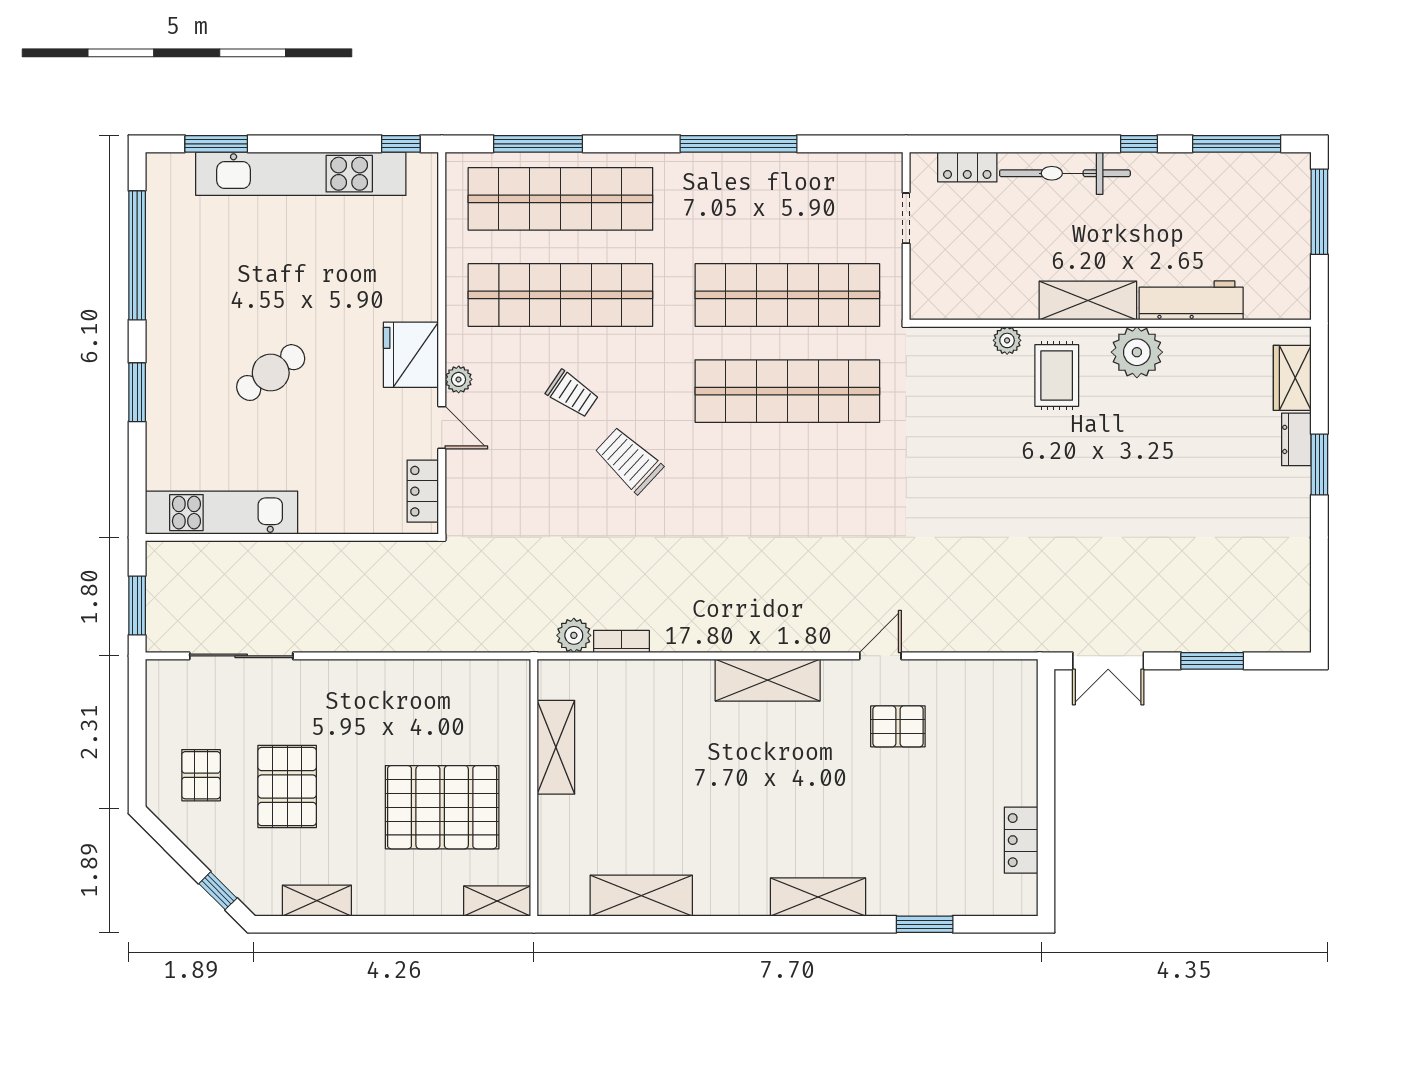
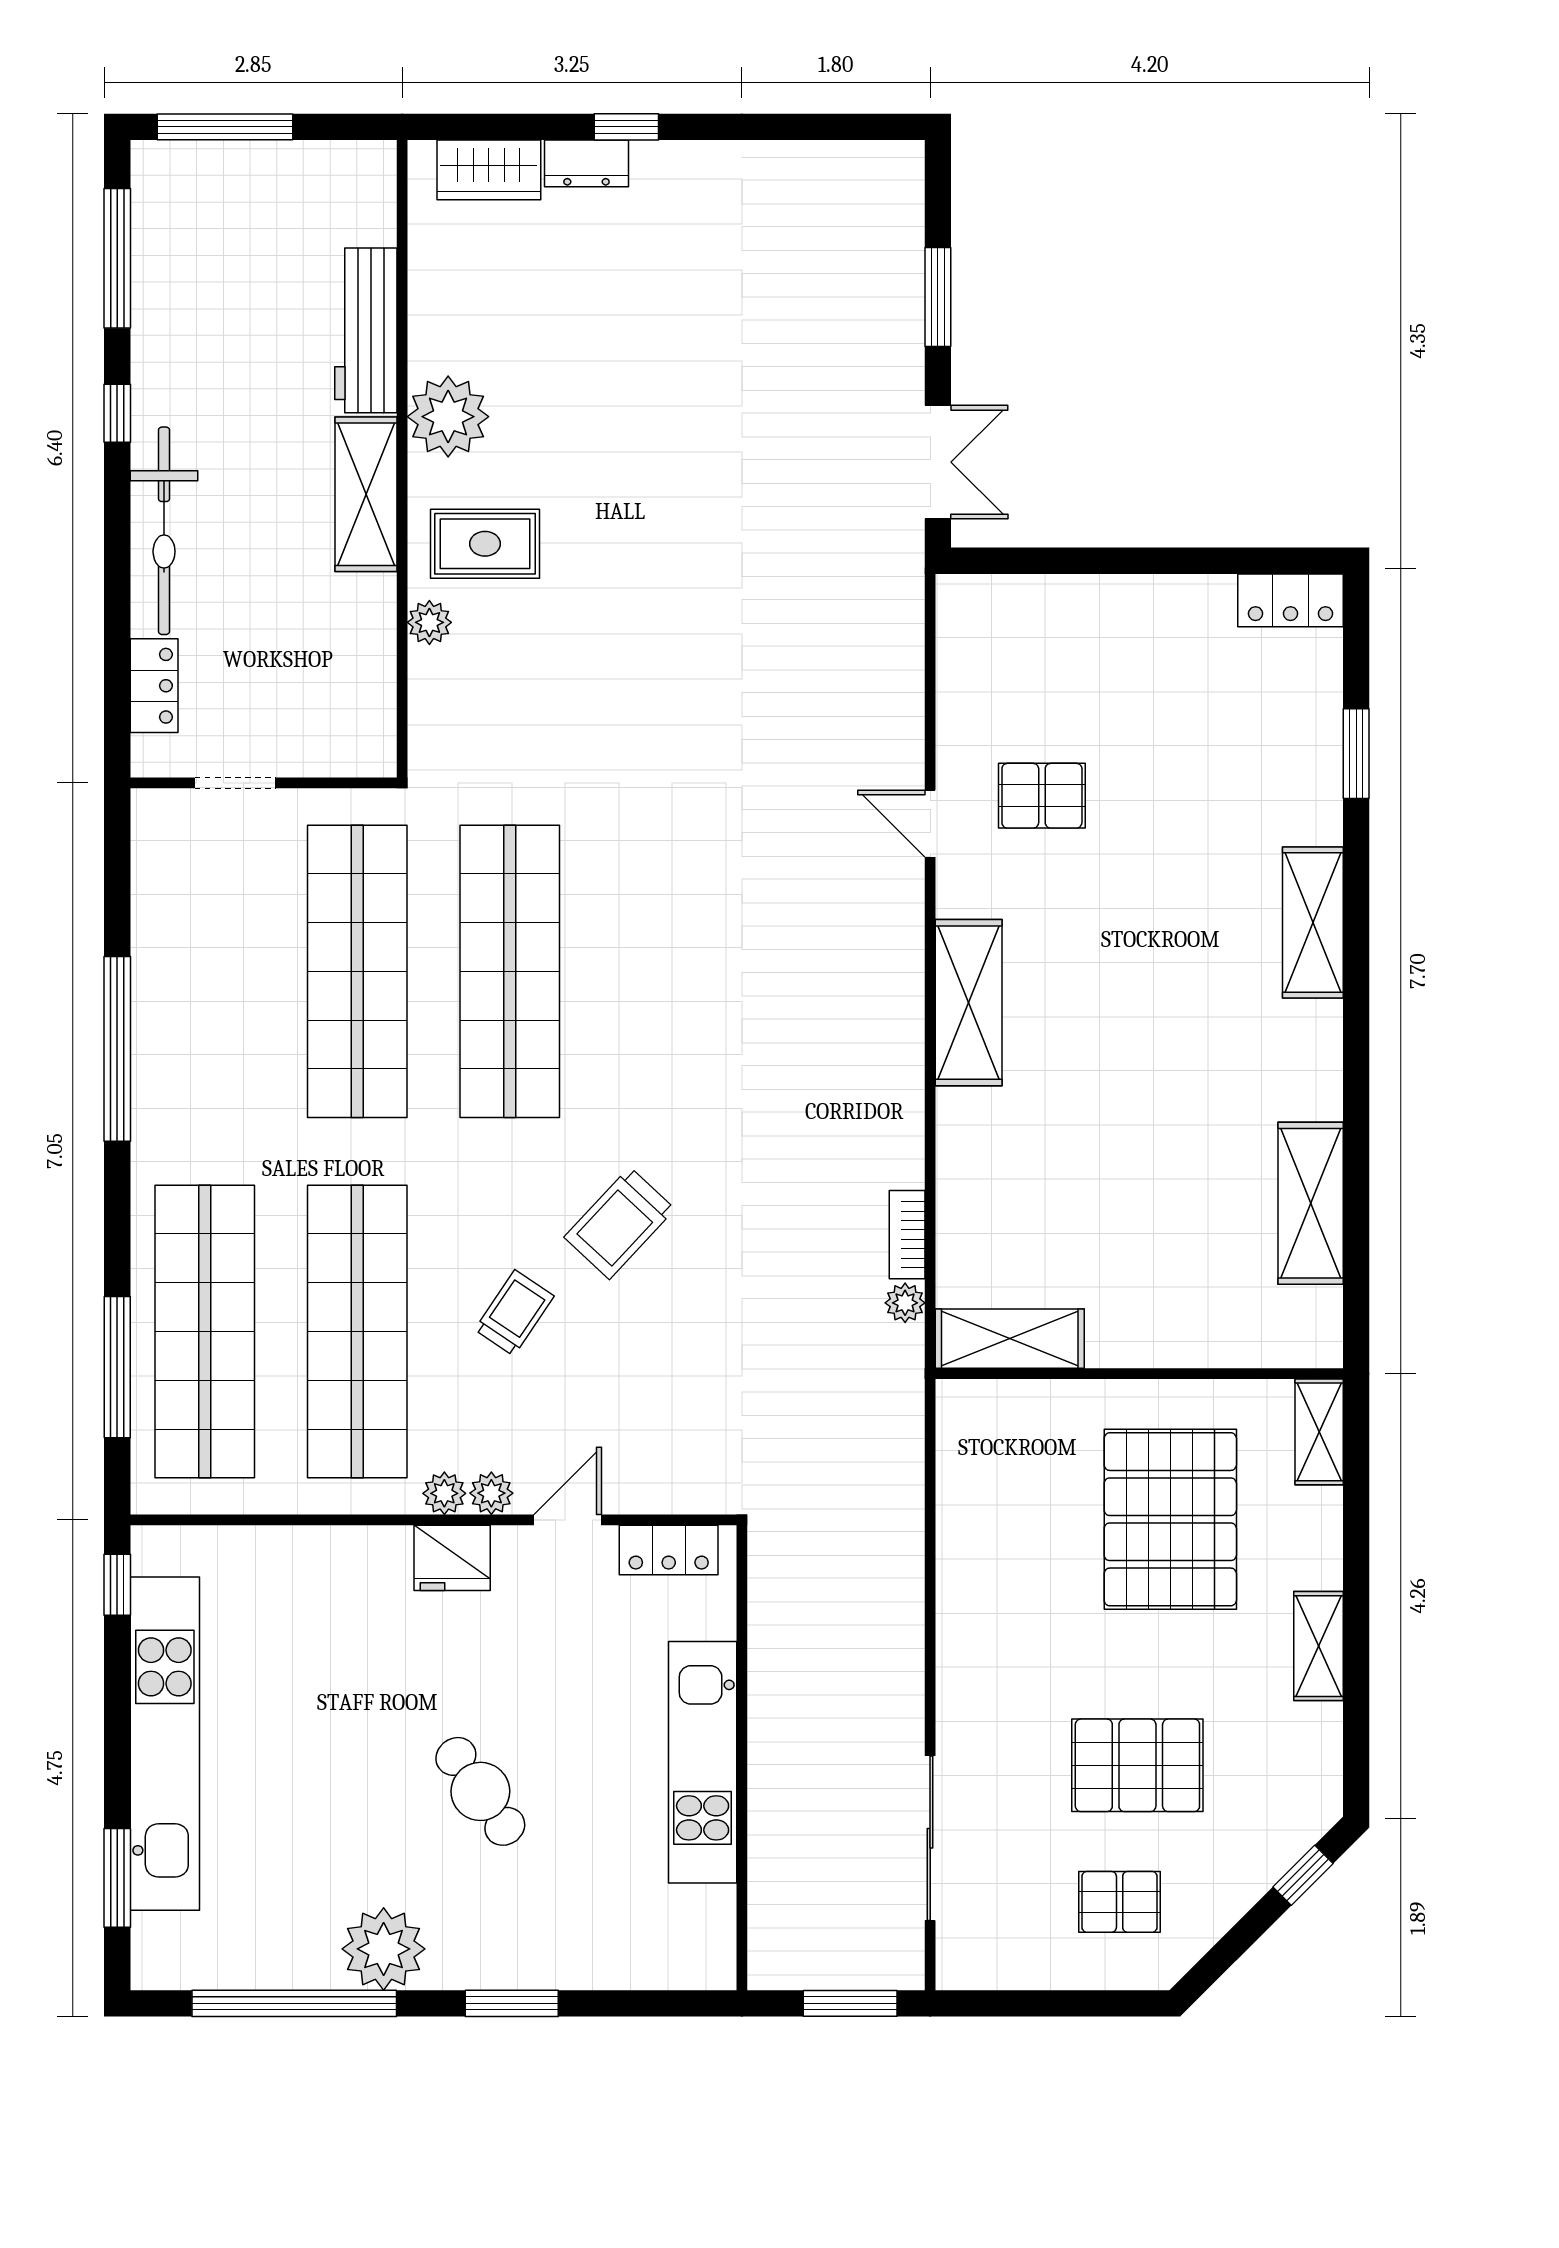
plant: (171, 312) -> (384, 1949), added
plant: (458, 350) -> (444, 1493), added
fridge: (411, 355) -> (452, 1558), width x0.73, depth x0.75
window: (1319, 465) -> (626, 127), width x0.67
kitchen unit: (221, 513) -> (703, 1762), moved
plant: (574, 635) -> (905, 1303), width x0.73, depth x0.73
pallet: (898, 726) -> (1042, 796), turned 90
shelving: (556, 747) -> (1010, 1339), moved
locker: (1021, 840) -> (1290, 600), moved
shelving: (317, 901) -> (1318, 1646), moved

